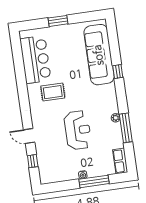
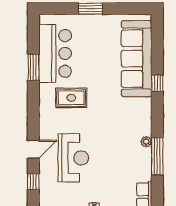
window: (20, 73) -> (33, 67), added
reception desk: (78, 130) -> (73, 158), moved
door: (29, 136) -> (33, 149), swing flipped

